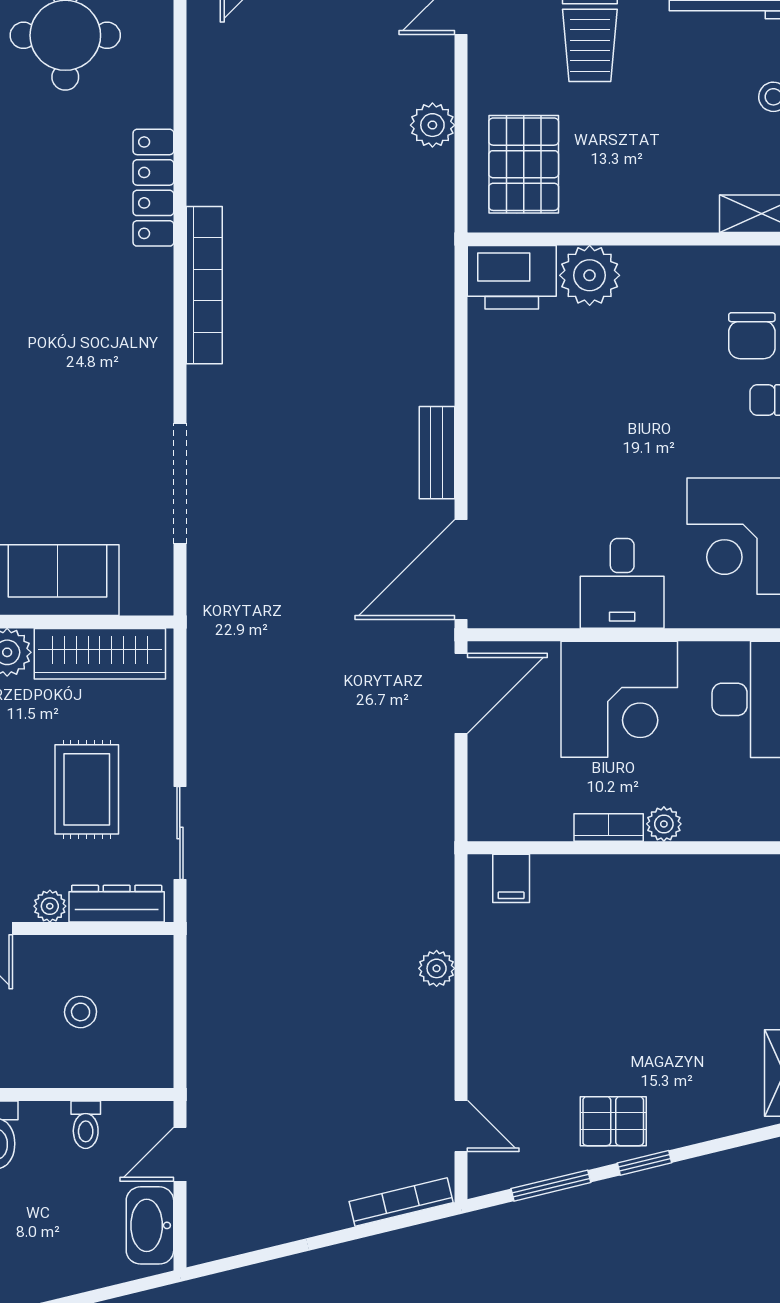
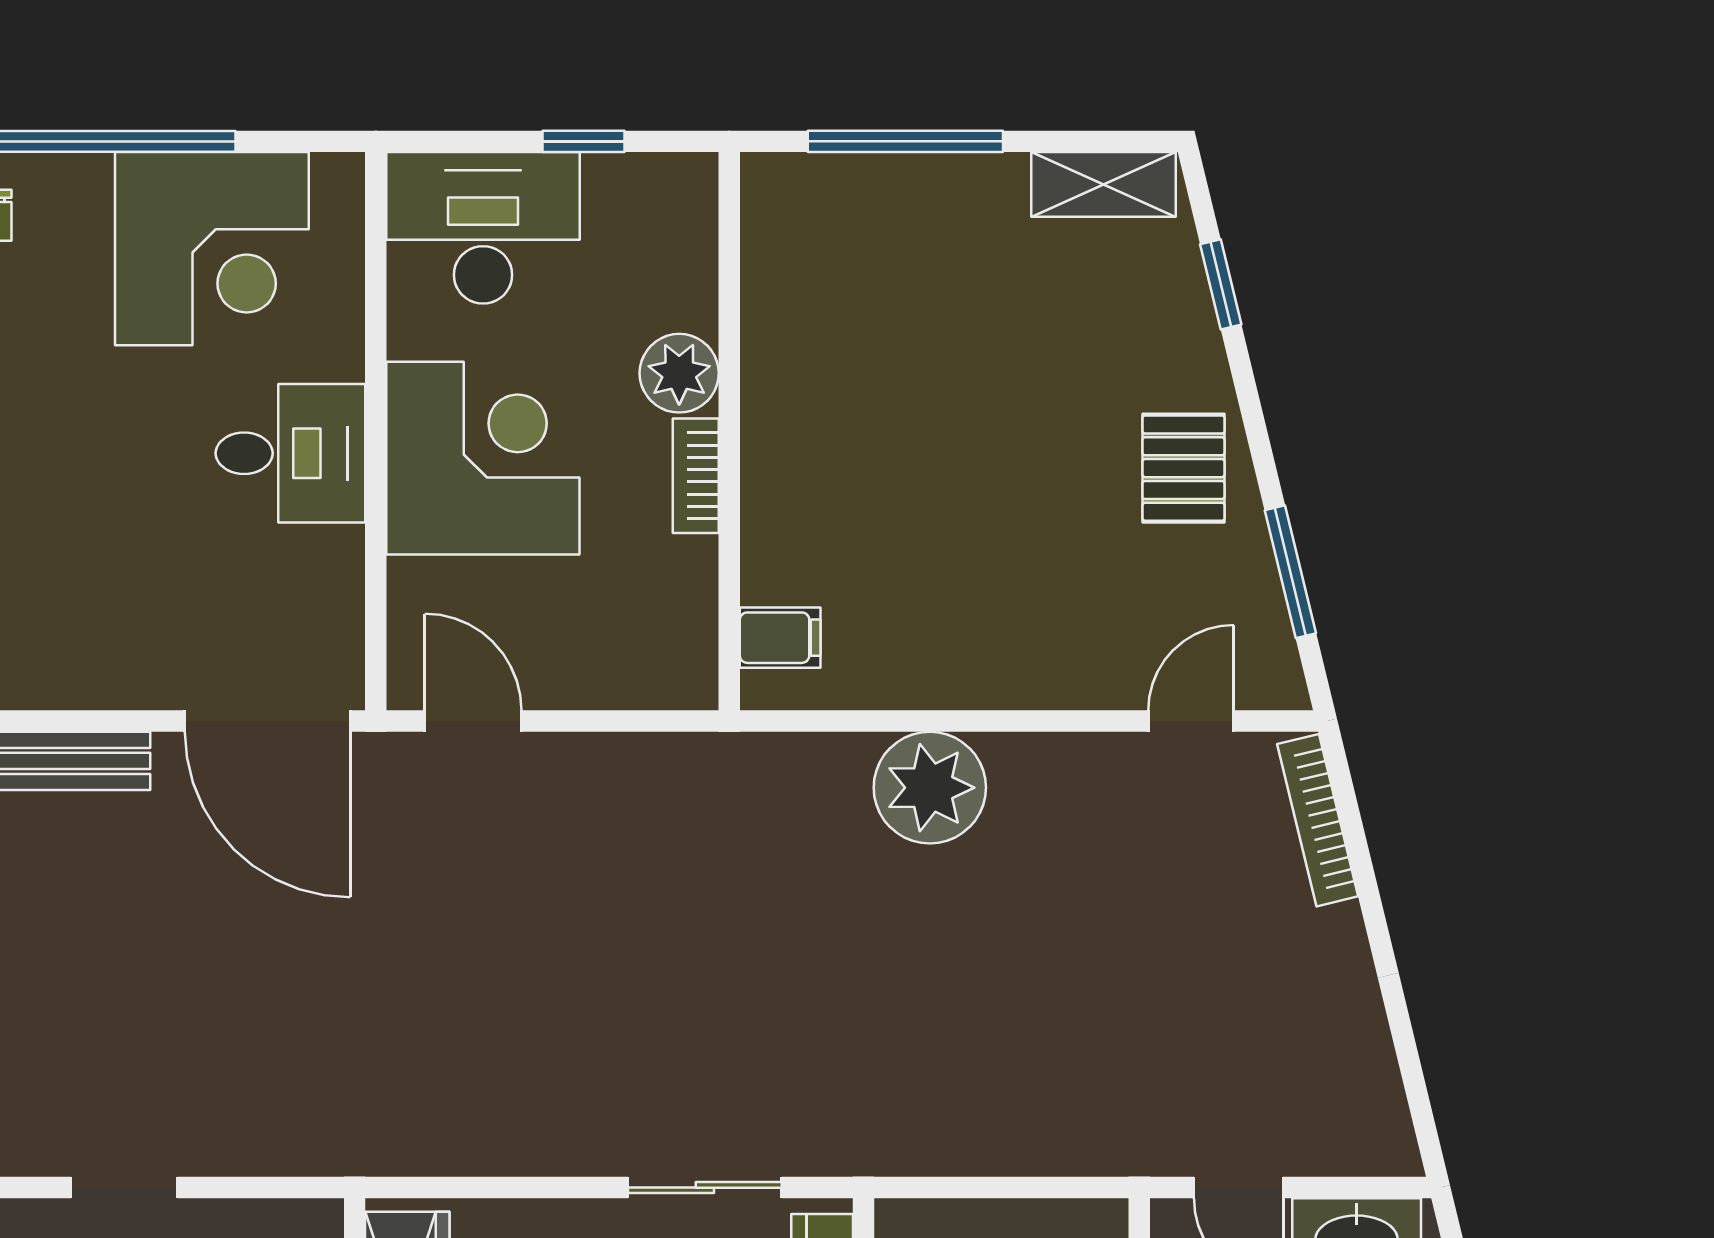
doorway: (180, 483) -> (124, 1188), width x0.53
door: (461, 693) -> (473, 721), width x0.73
plant: (664, 824) -> (679, 373), width x1.38, depth x1.38
plant: (437, 968) -> (930, 788), width x1.87, depth x1.87
window: (644, 1163) -> (1221, 284), moved

